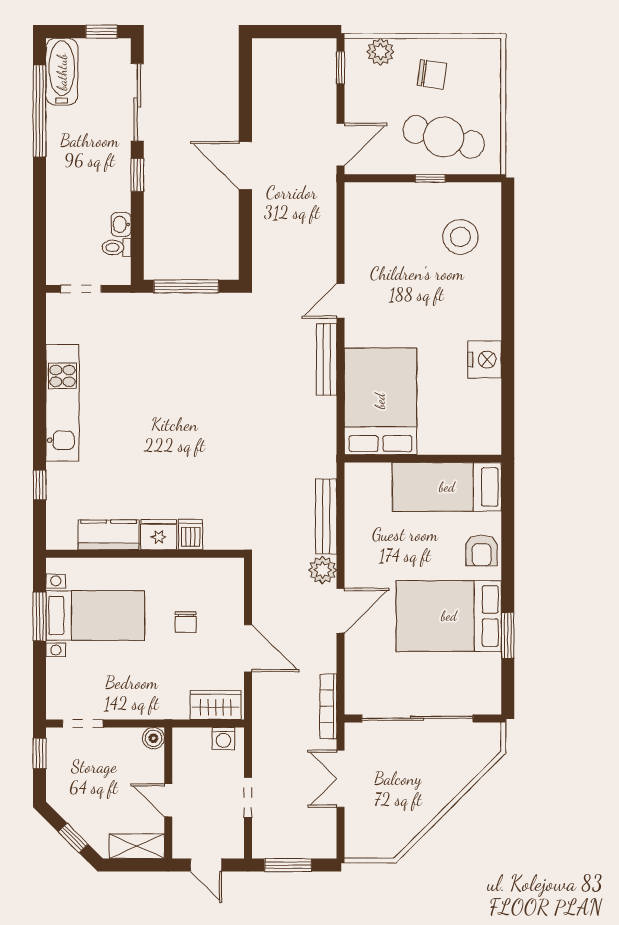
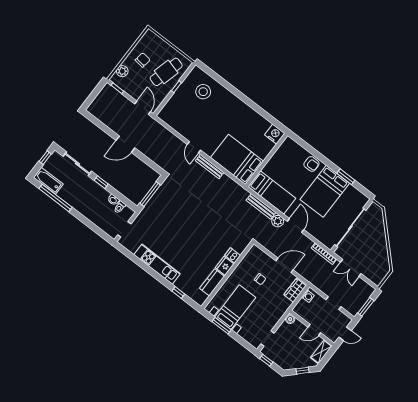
nightstand: (485, 360) -> (275, 134), moved
bed: (447, 487) -> (272, 192), moved, turned -90

